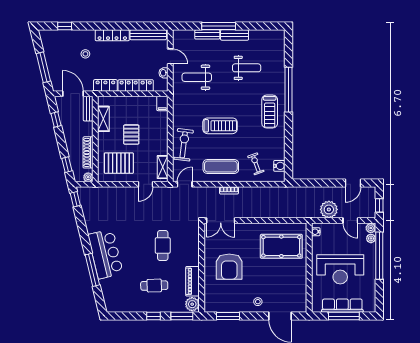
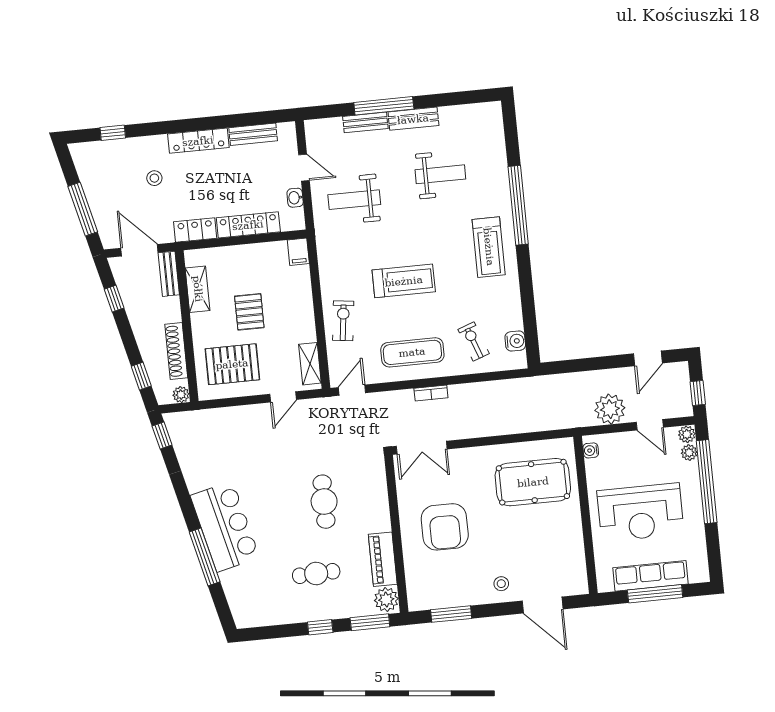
bench: (148, 35) -> (253, 134), width x0.73
exercise bike: (184, 145) -> (343, 321), width x0.73, depth x0.72

